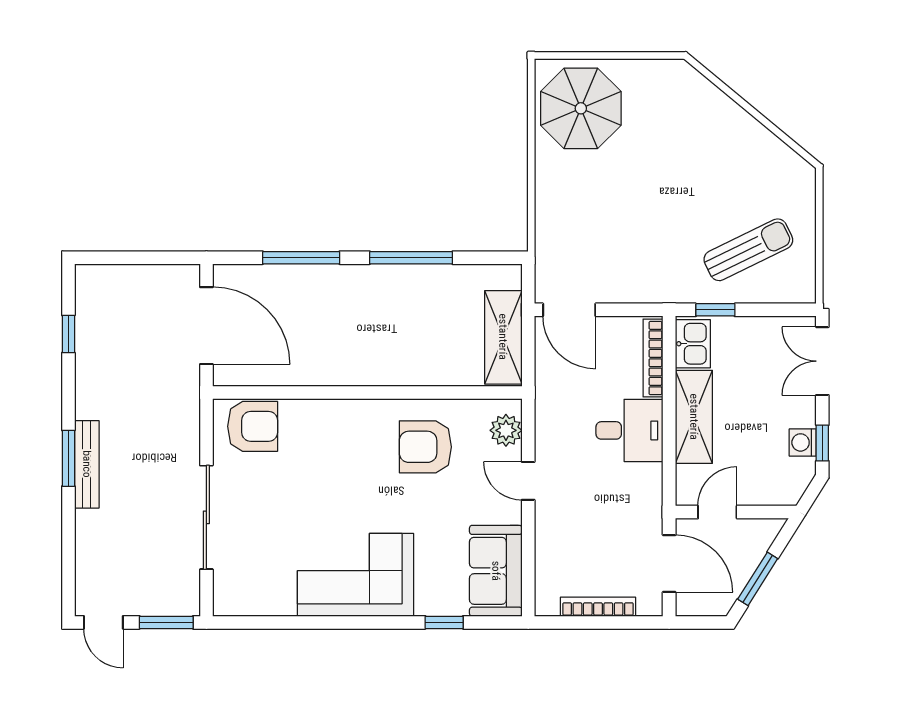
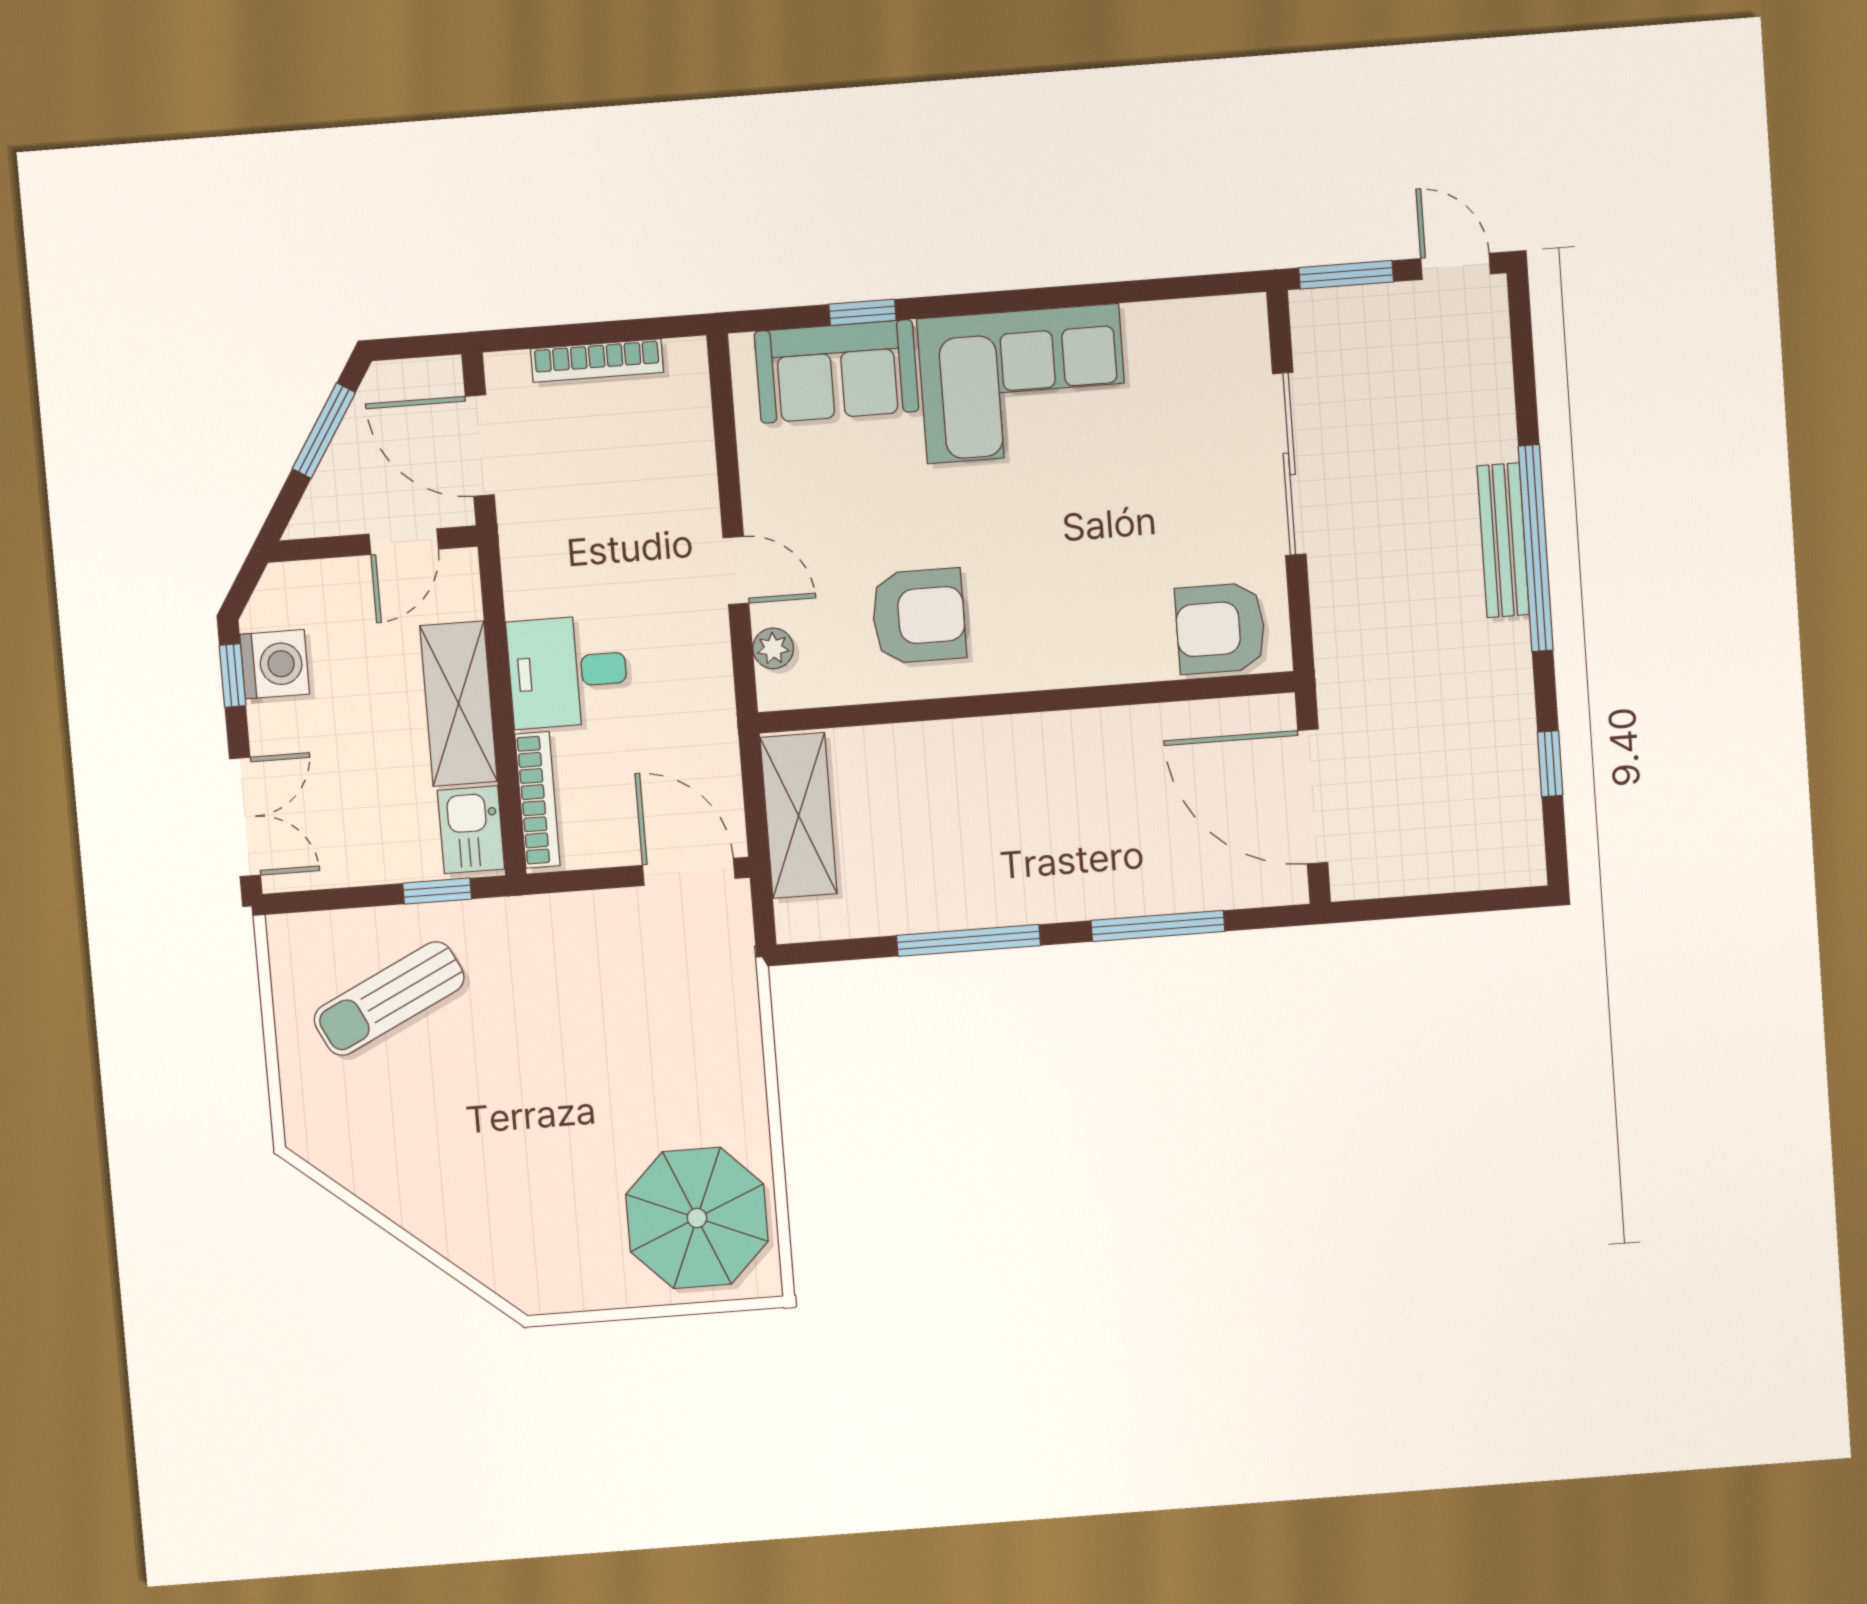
plant: (506, 430) -> (773, 648), width x0.73, depth x0.73
washing machine: (803, 442) -> (275, 664), width x1.38, depth x1.38
window: (68, 458) -> (1536, 548), width x2.11
sofa: (496, 571) -> (837, 371), moved, turned 90

